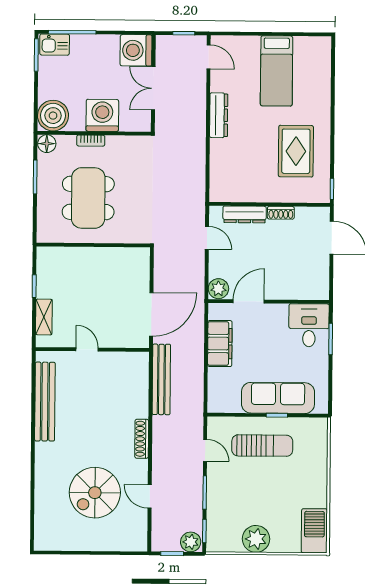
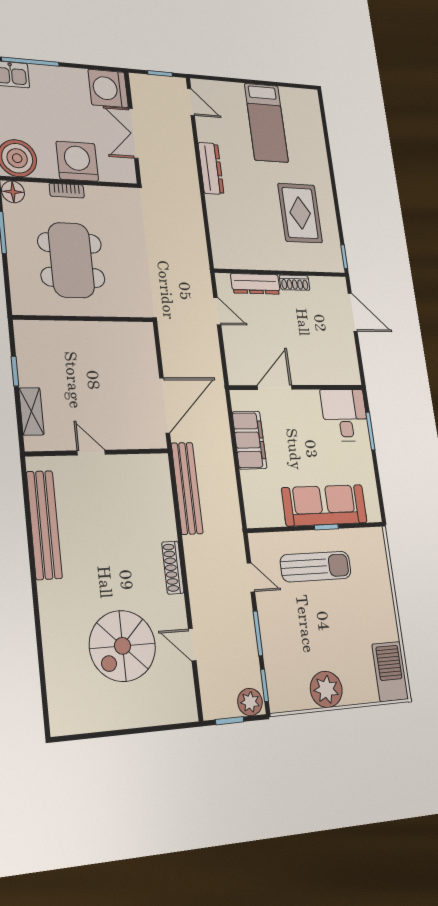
plant: (218, 289) -> (239, 372), removed

